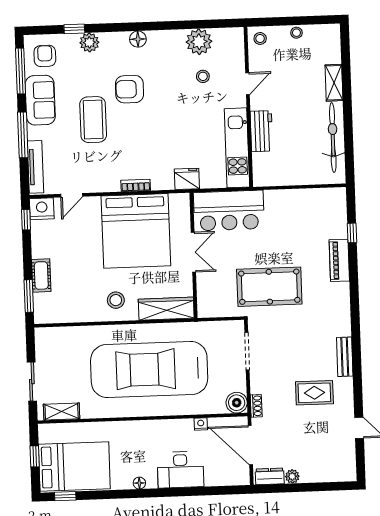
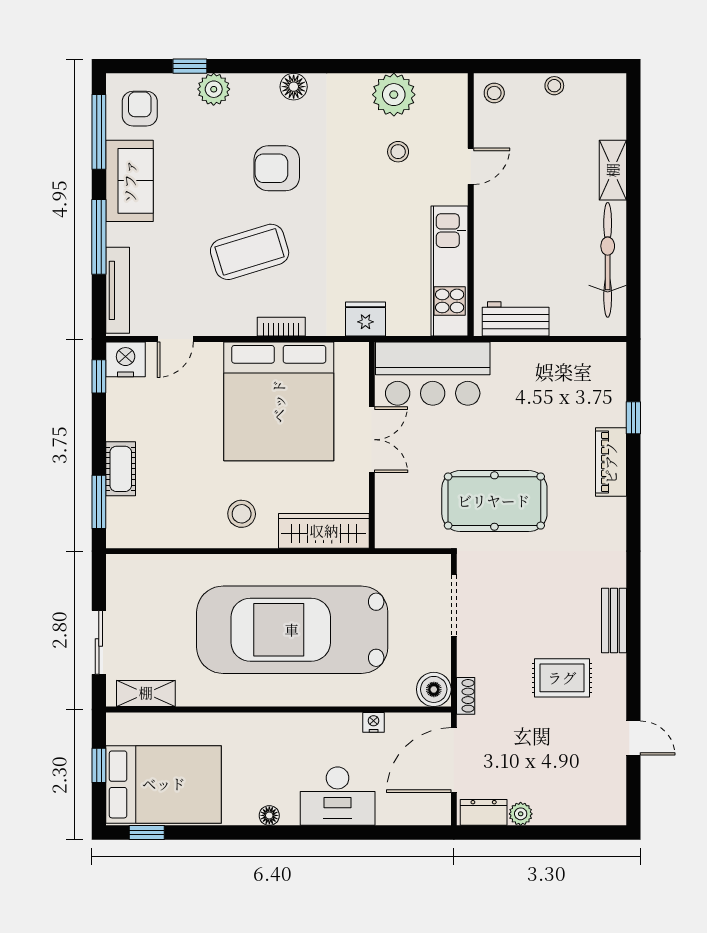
coffee table: (93, 120) -> (250, 252), moved, turned 73
workbench: (261, 131) -> (516, 319), moved, turned -90
door: (250, 445) -> (454, 760), hinge flipped

